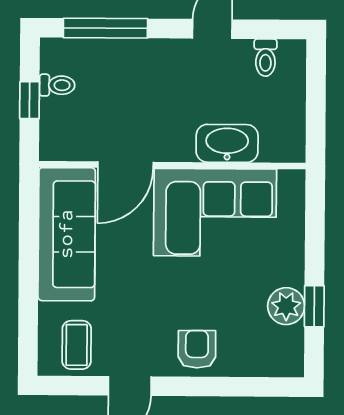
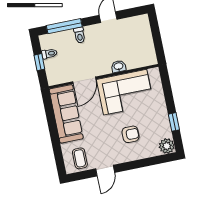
toilet: (265, 58) -> (80, 35), moved
washbasin: (227, 143) -> (119, 66), width x0.52, depth x0.69
plant: (286, 306) -> (167, 146), moved
armchair: (197, 349) -> (131, 134), moved, turned 90

